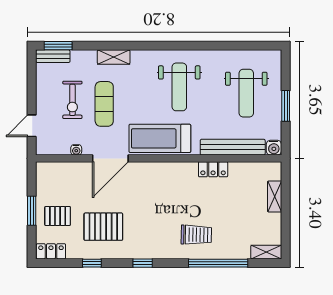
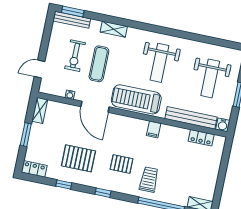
bench: (53, 56) -> (72, 20), width x1.36
door: (110, 158) -> (95, 107), hinge flipped
locker: (213, 169) -> (201, 138), moved
filing cabinet: (189, 171) -> (154, 129), added
shelving: (275, 196) -> (40, 110), moved
pallet: (58, 216) -> (121, 164), moved
trolley: (196, 235) -> (149, 180), turned -91

